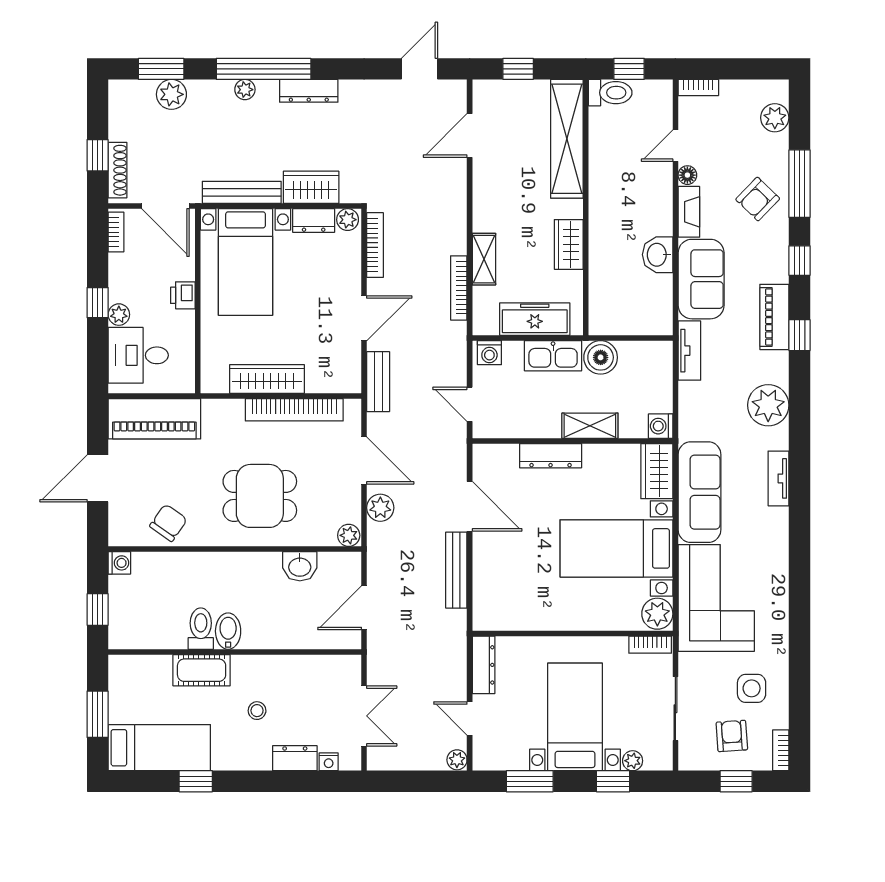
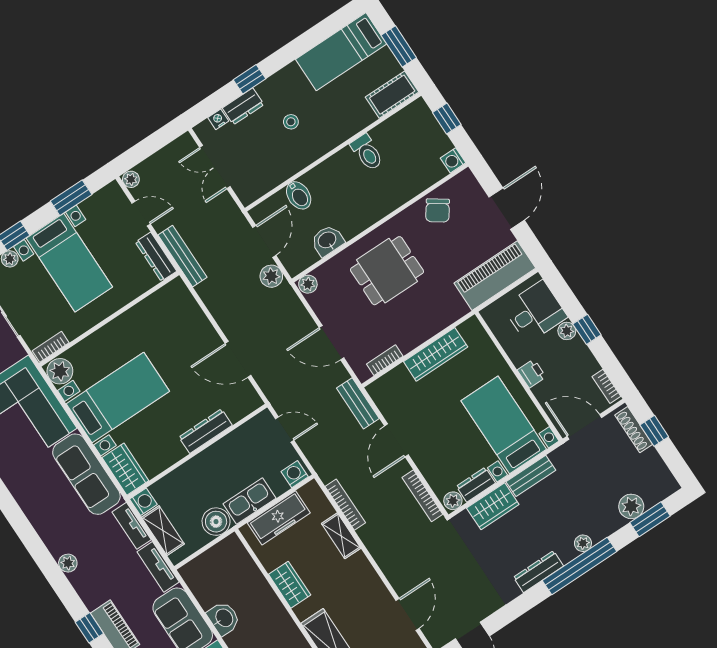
bench: (242, 192) -> (531, 476), width x0.73
plant: (768, 405) -> (68, 563), width x0.53, depth x0.53
bookcase: (294, 410) -> (385, 360), width x0.43, depth x0.76
shelving: (590, 426) -> (163, 531), moved, turned 90
tv unit: (778, 478) -> (132, 526), moved, turned 180
plant: (380, 508) -> (271, 276), moved
bench: (456, 570) -> (183, 256), moved
bidet: (228, 631) -> (299, 195), moved
cot: (202, 670) -> (392, 95), moved
window: (196, 781) -> (249, 79), moved

